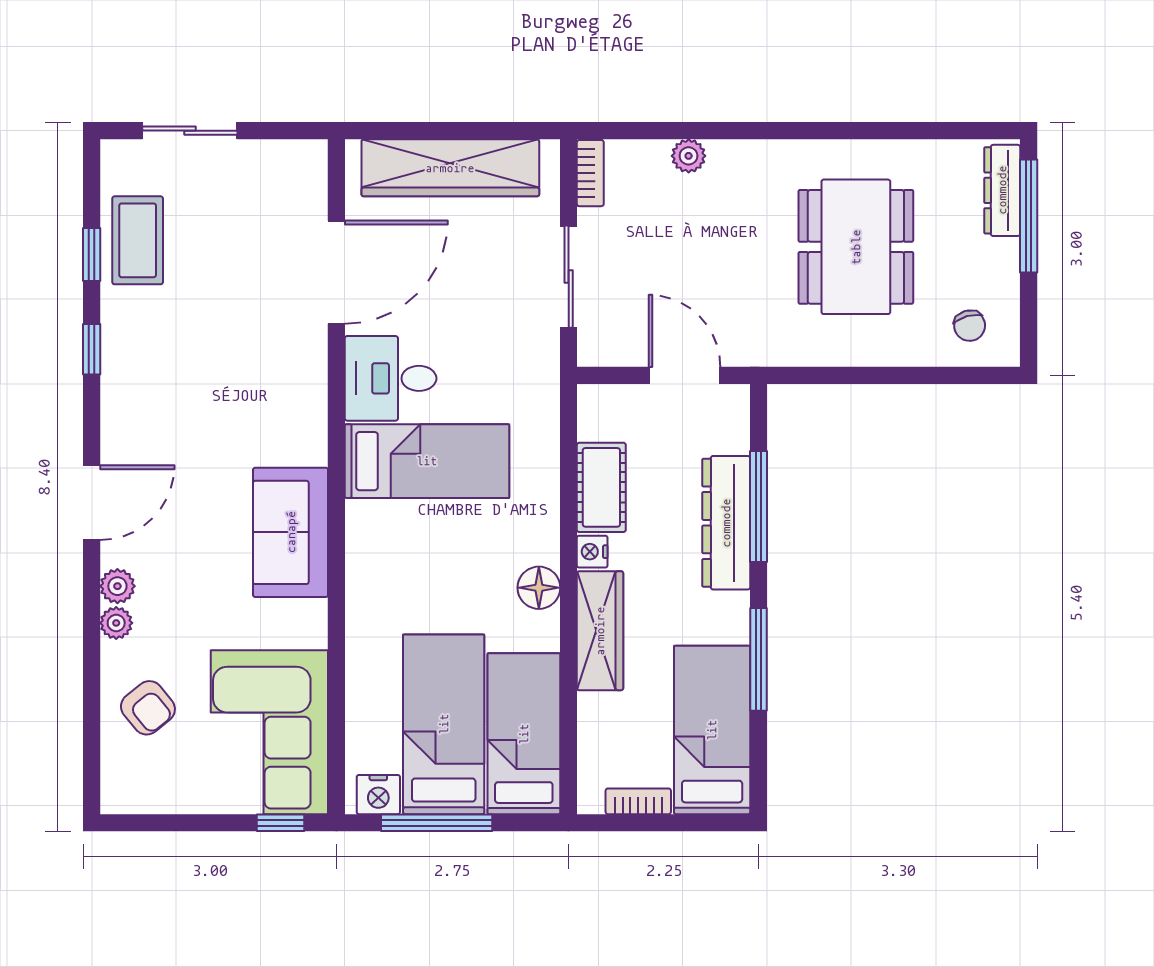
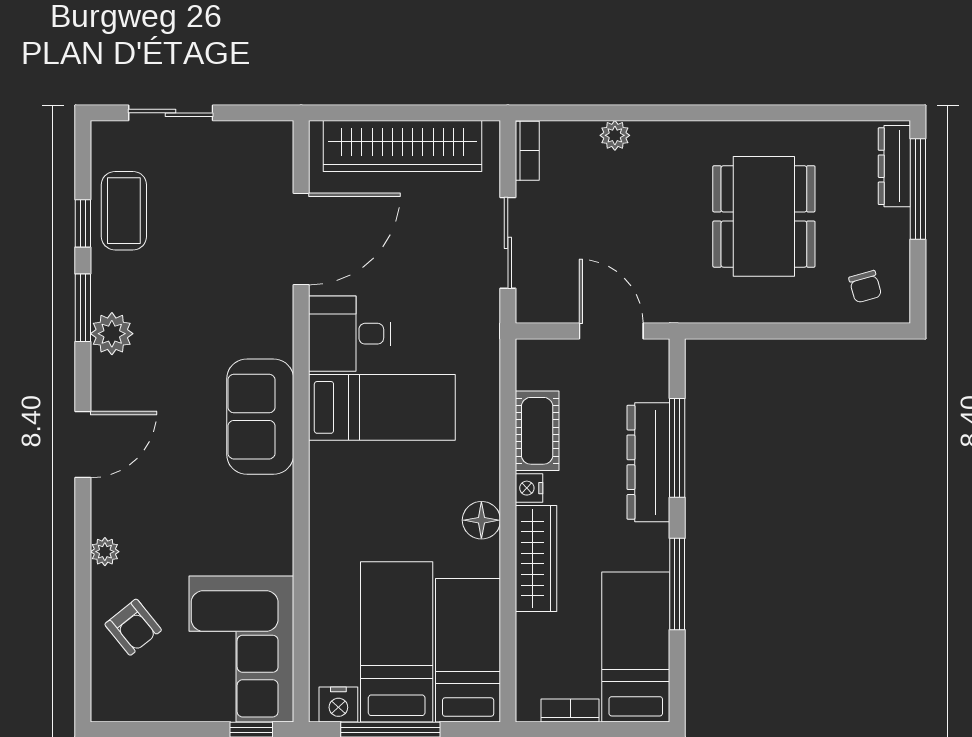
window: (92, 349) -> (83, 308), width x1.50
sofa: (291, 532) -> (260, 417), moved
plant: (117, 586) -> (112, 334), moved, width x1.38, depth x1.38

